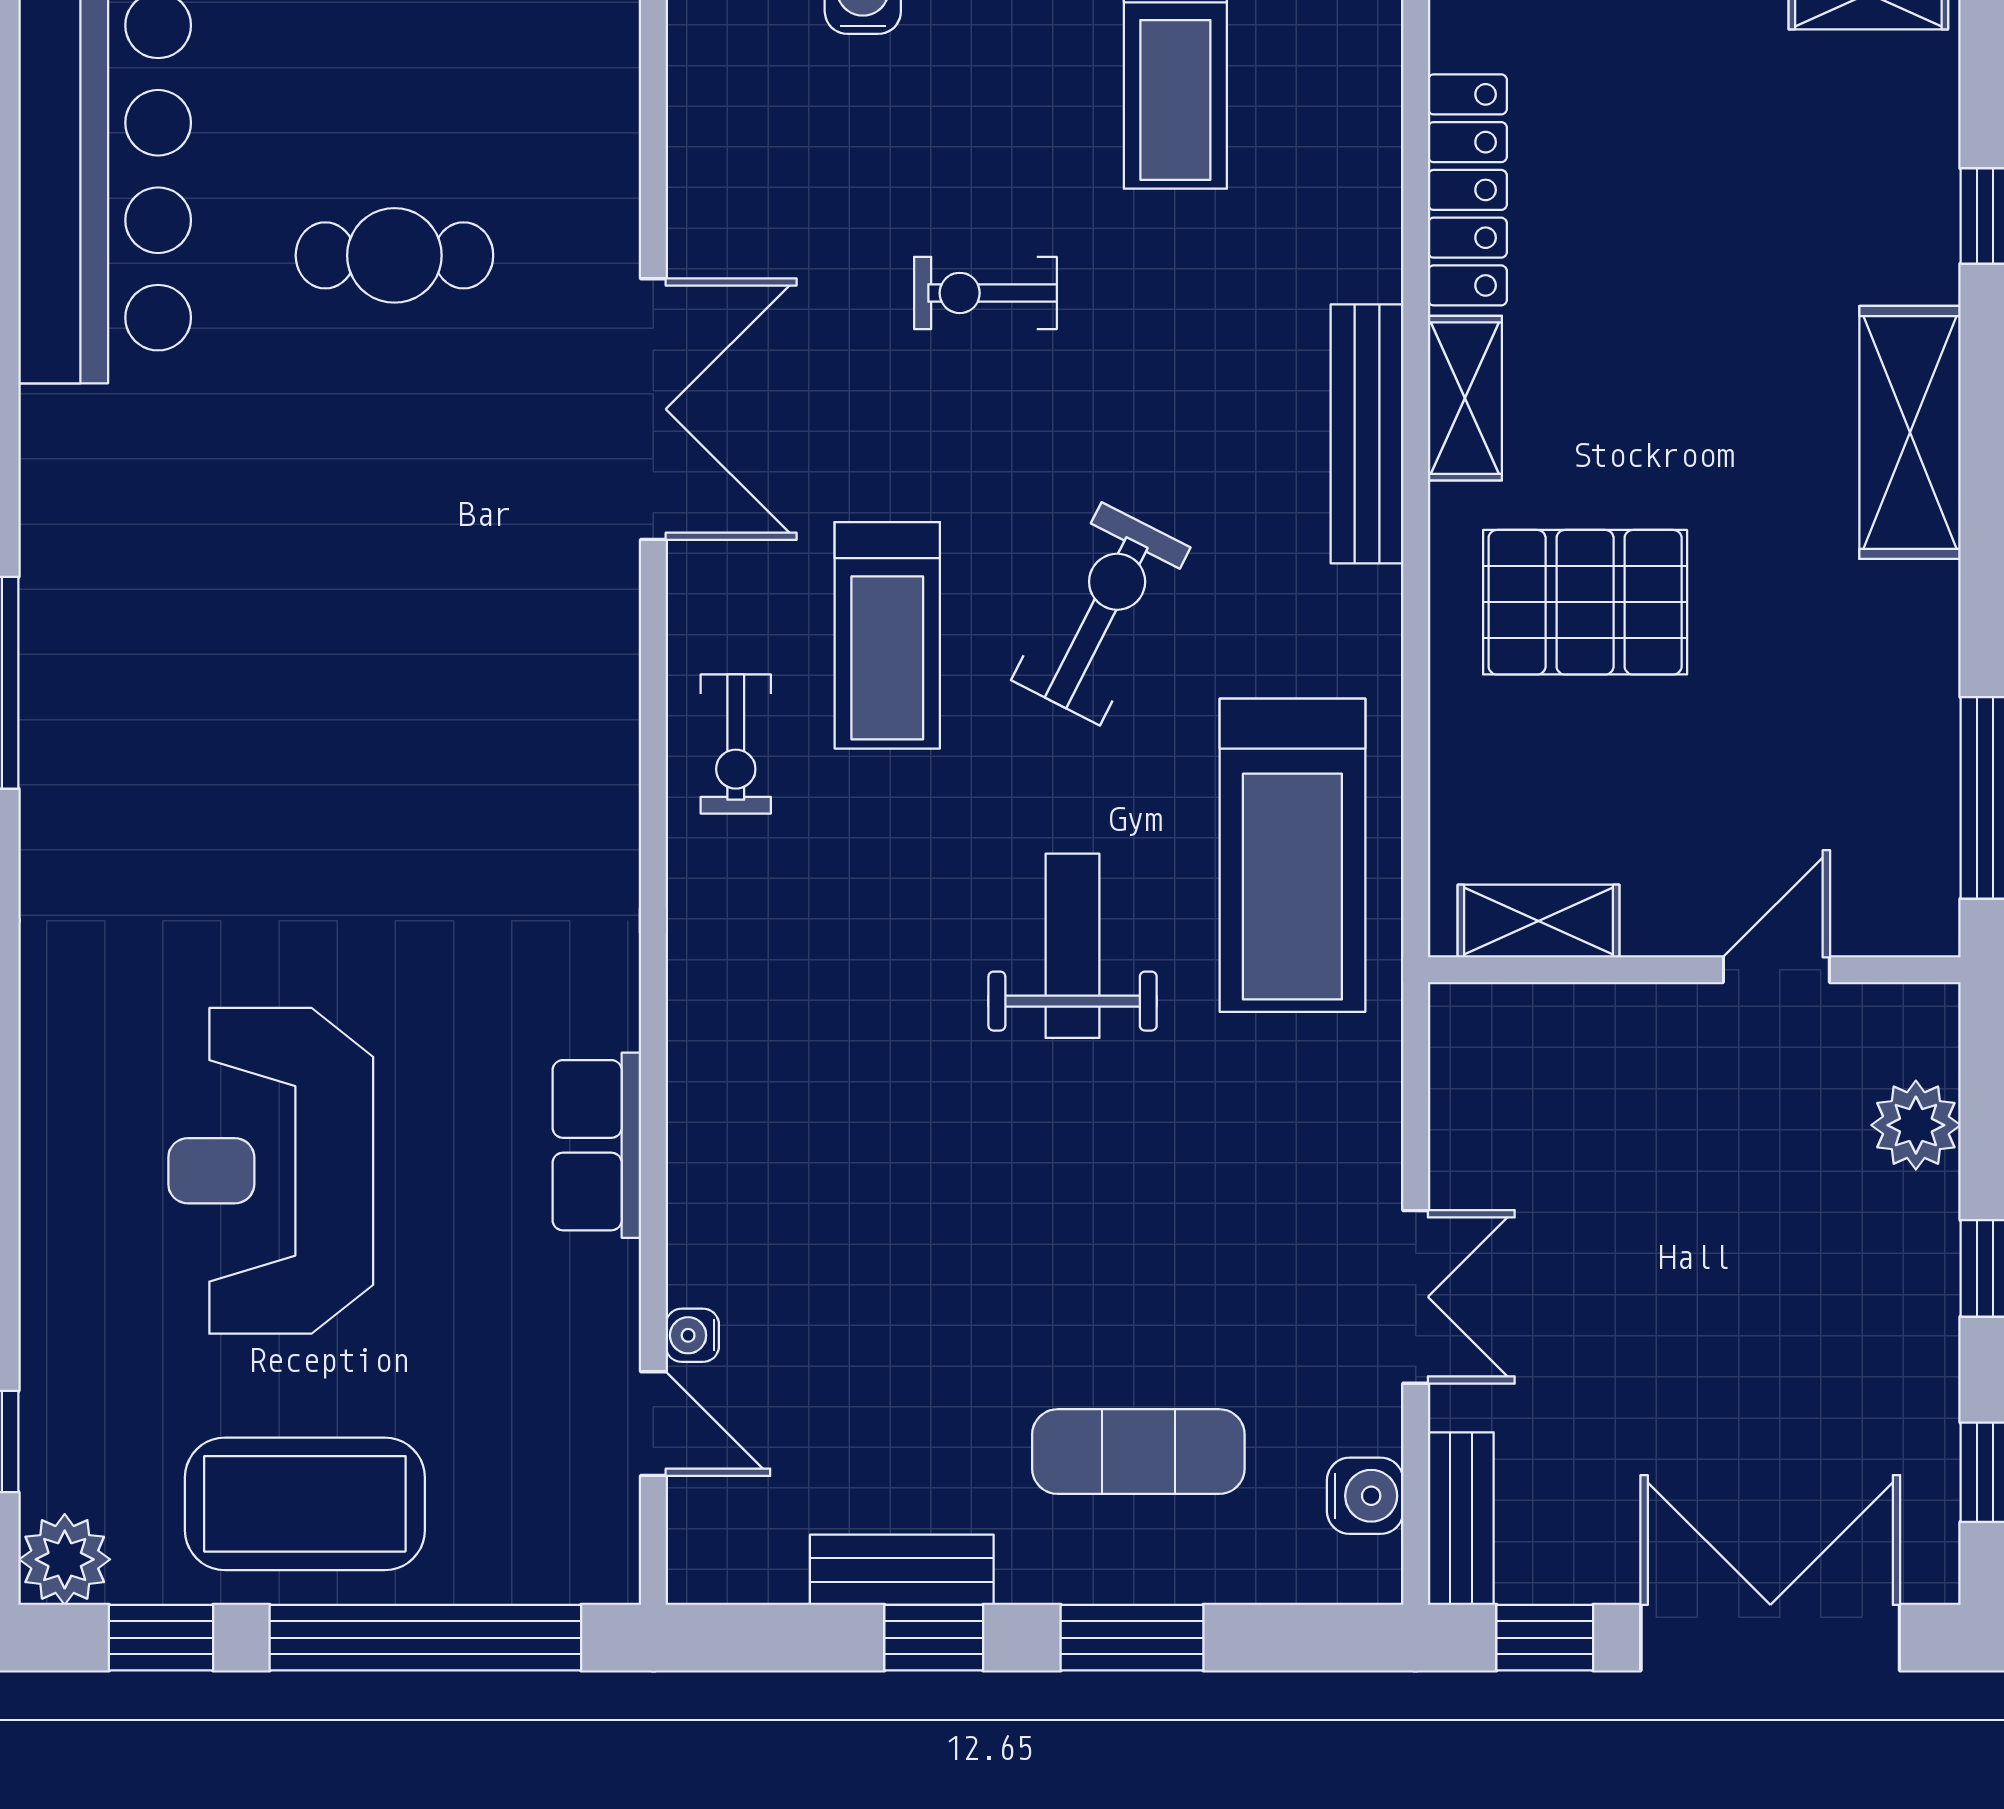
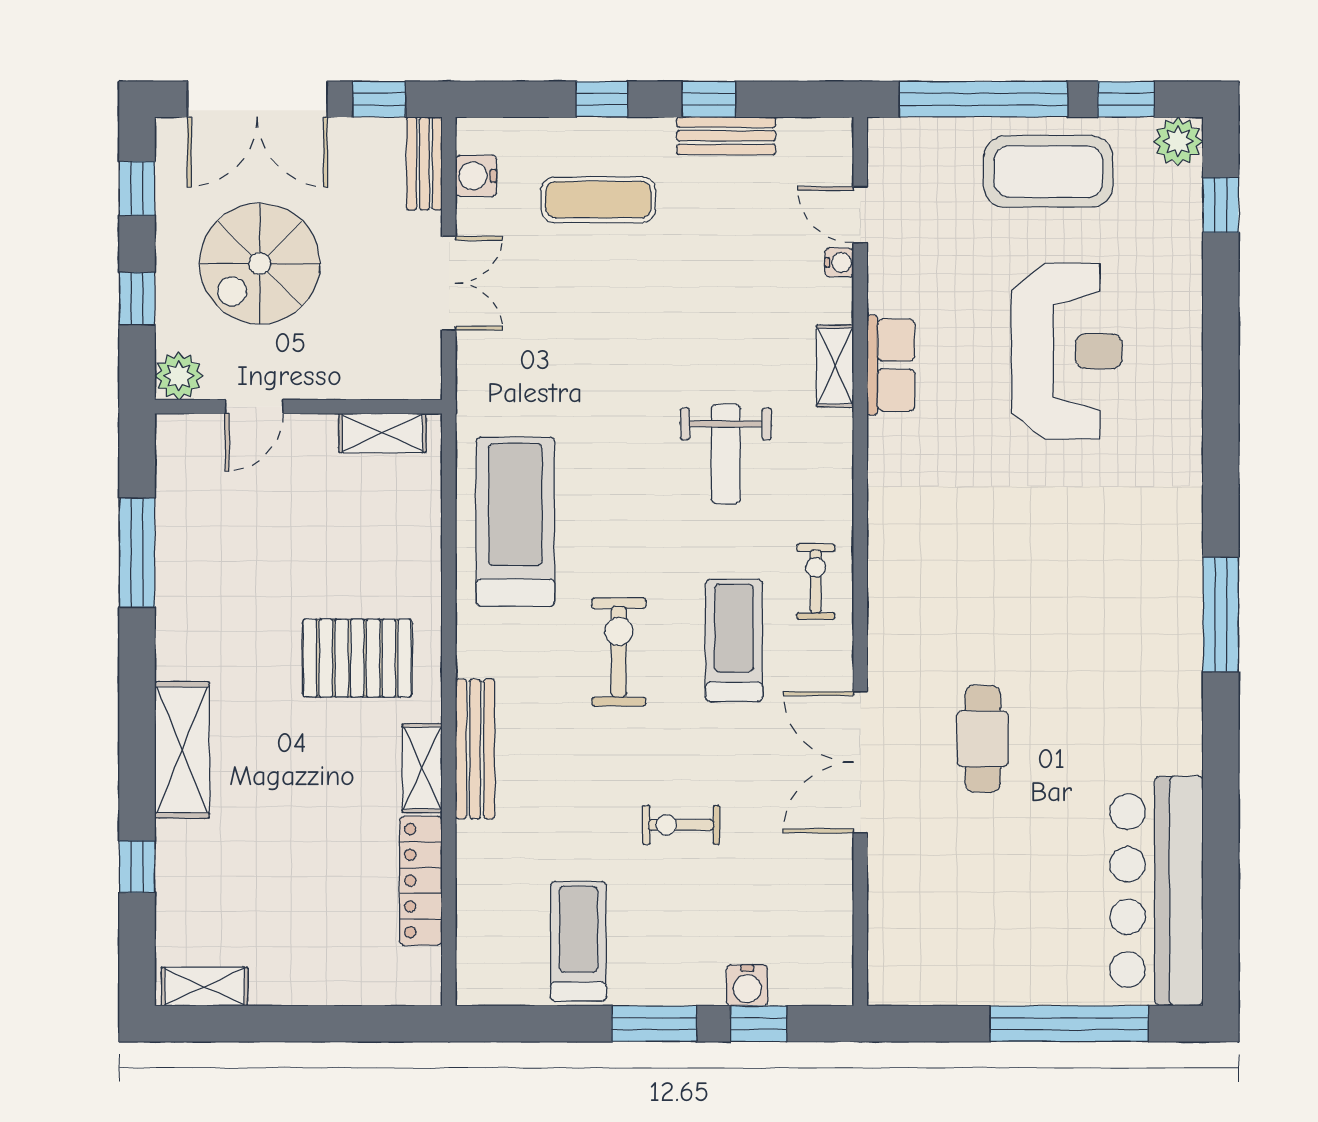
cafe table: (394, 255) -> (983, 739), moved, turned 90
exercise bike: (985, 293) -> (681, 825), turned 180
exercise bike: (1101, 614) -> (619, 652), turned 153
shelving: (1539, 921) -> (382, 433), moved
weight bench: (1073, 946) -> (726, 454), moved
wall: (1694, 970) -> (298, 407), moved
door: (1776, 970) -> (254, 407), moved
shelving: (700, 1143) -> (835, 366), added
double door: (1416, 1297) -> (449, 283), swing flipped
spiral stairs: (1766, 1333) -> (260, 264), added
window: (1132, 1638) -> (602, 99), width x0.67

